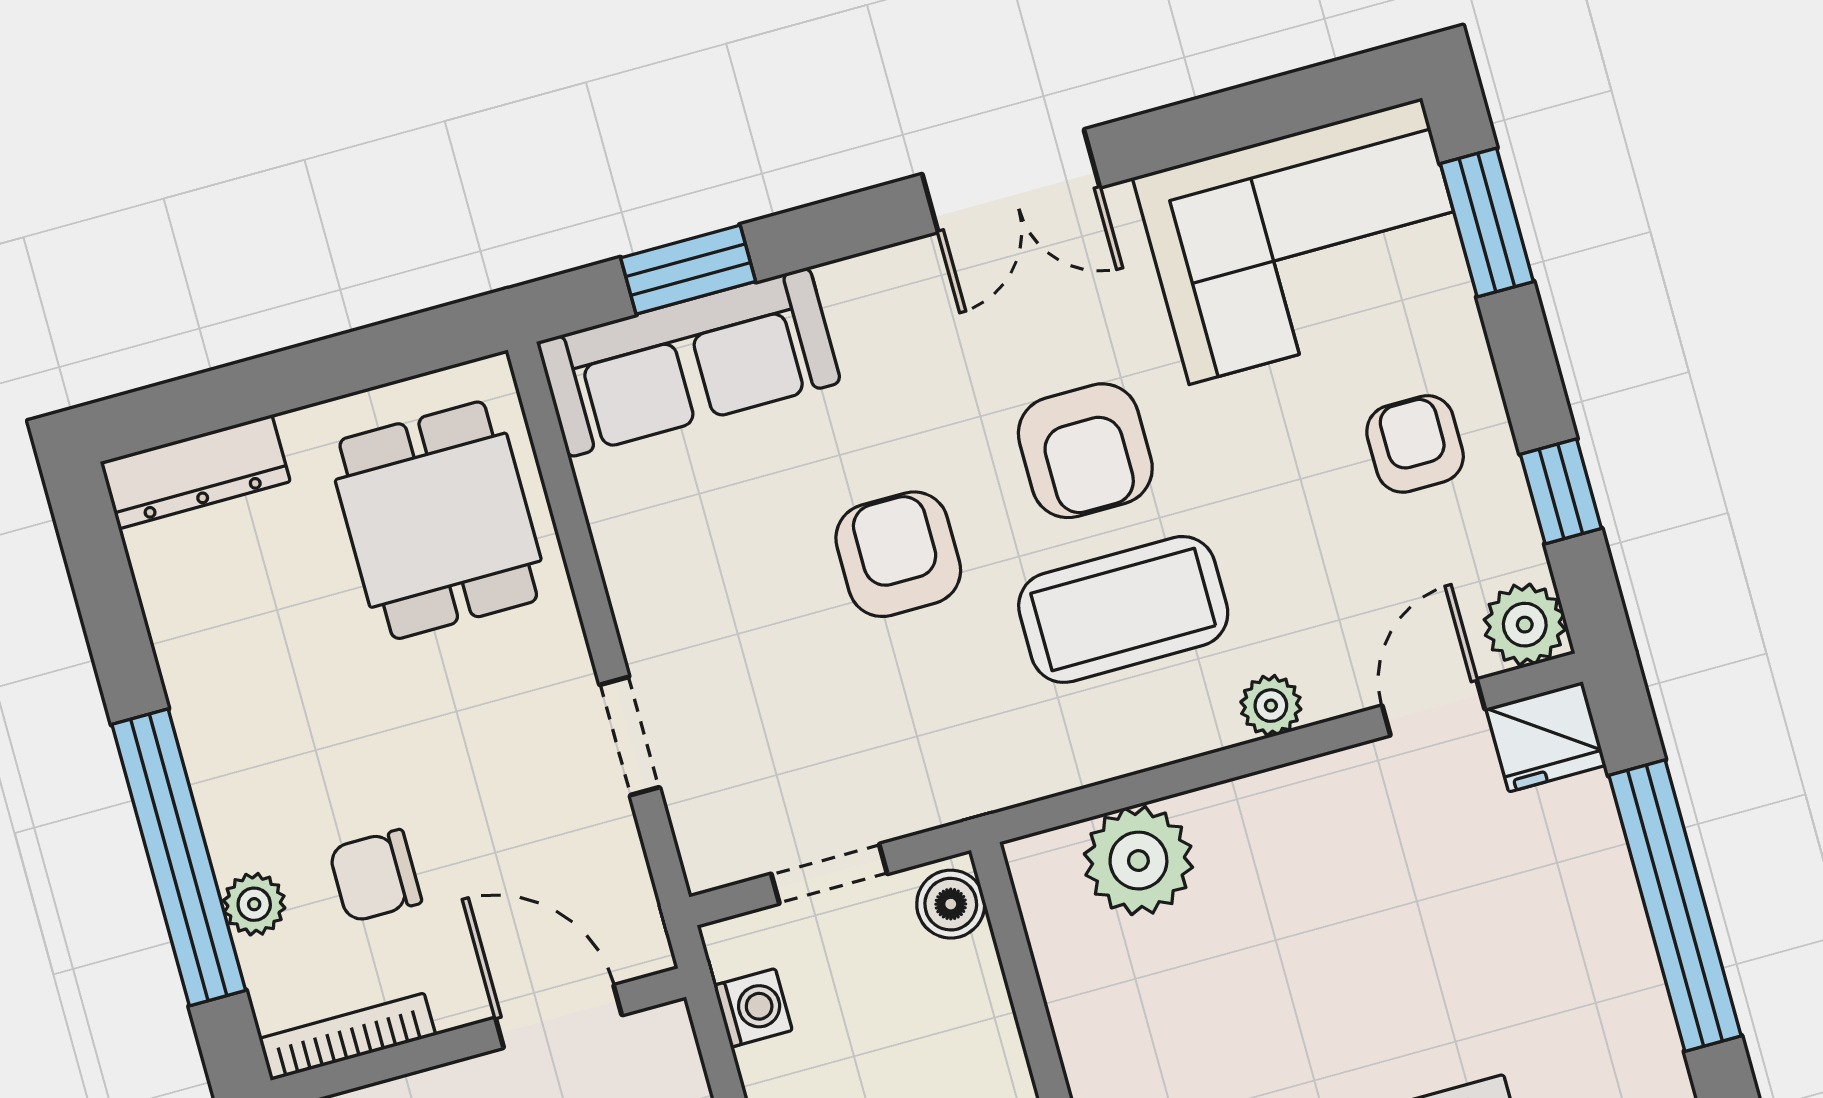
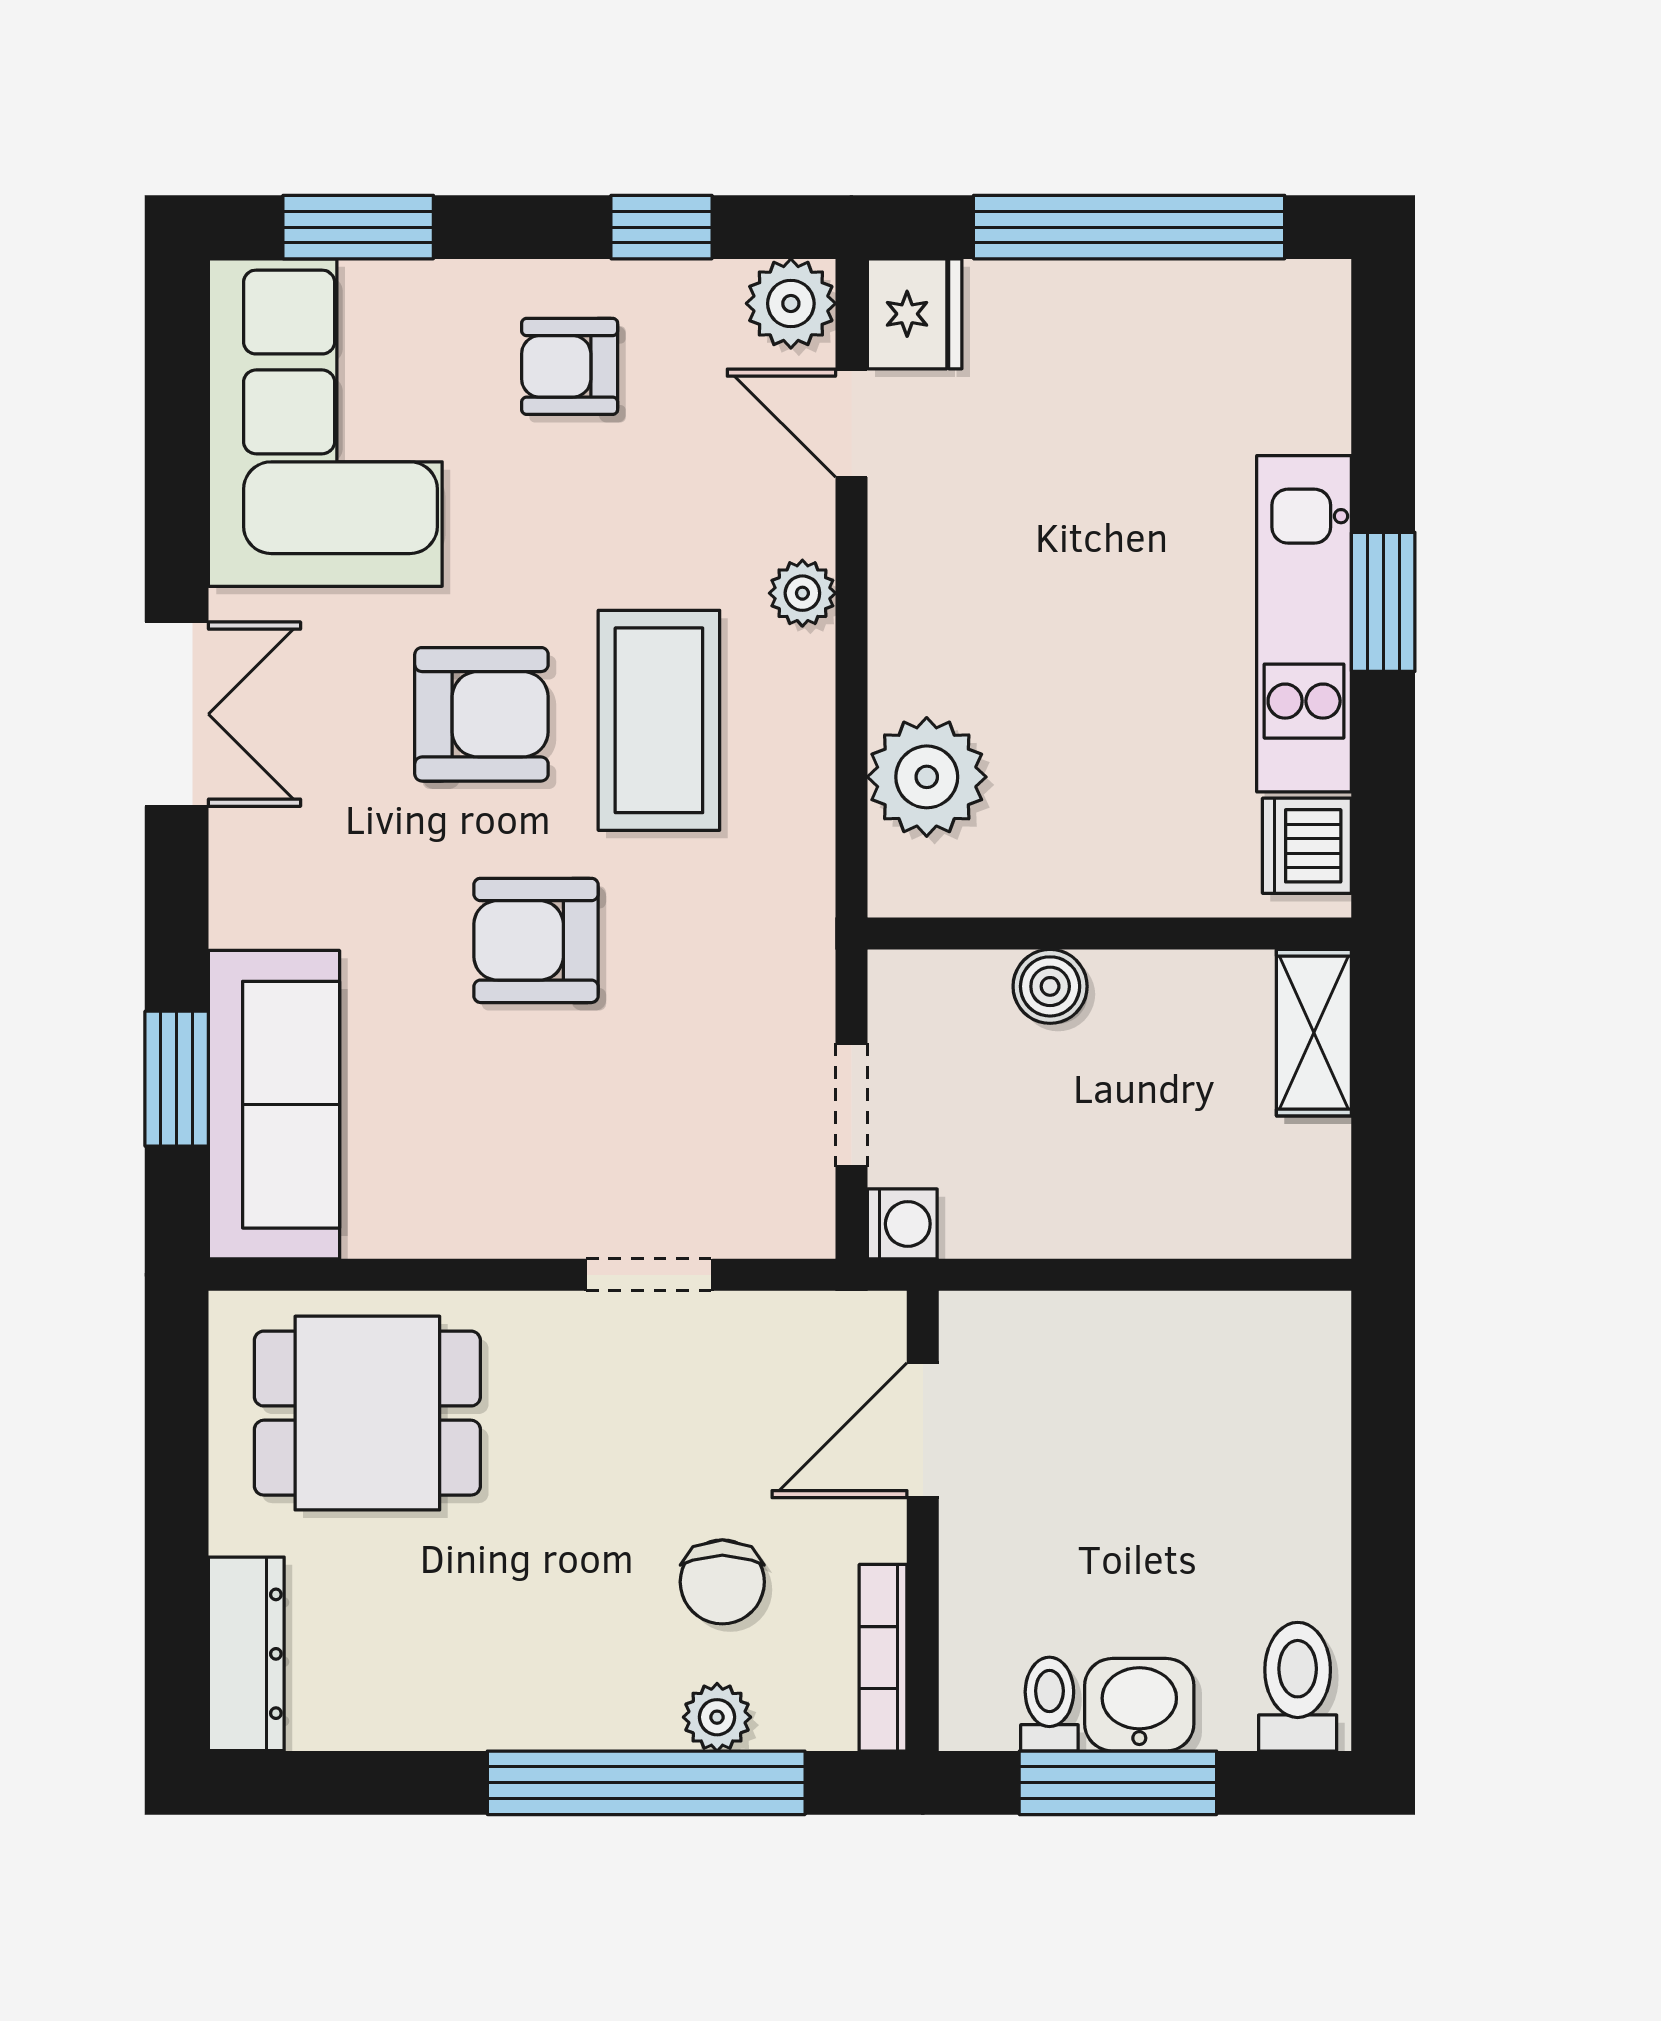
boiler: (951, 904) -> (1050, 986), moved
washing machine: (753, 1008) -> (902, 1224), moved, turned 90

